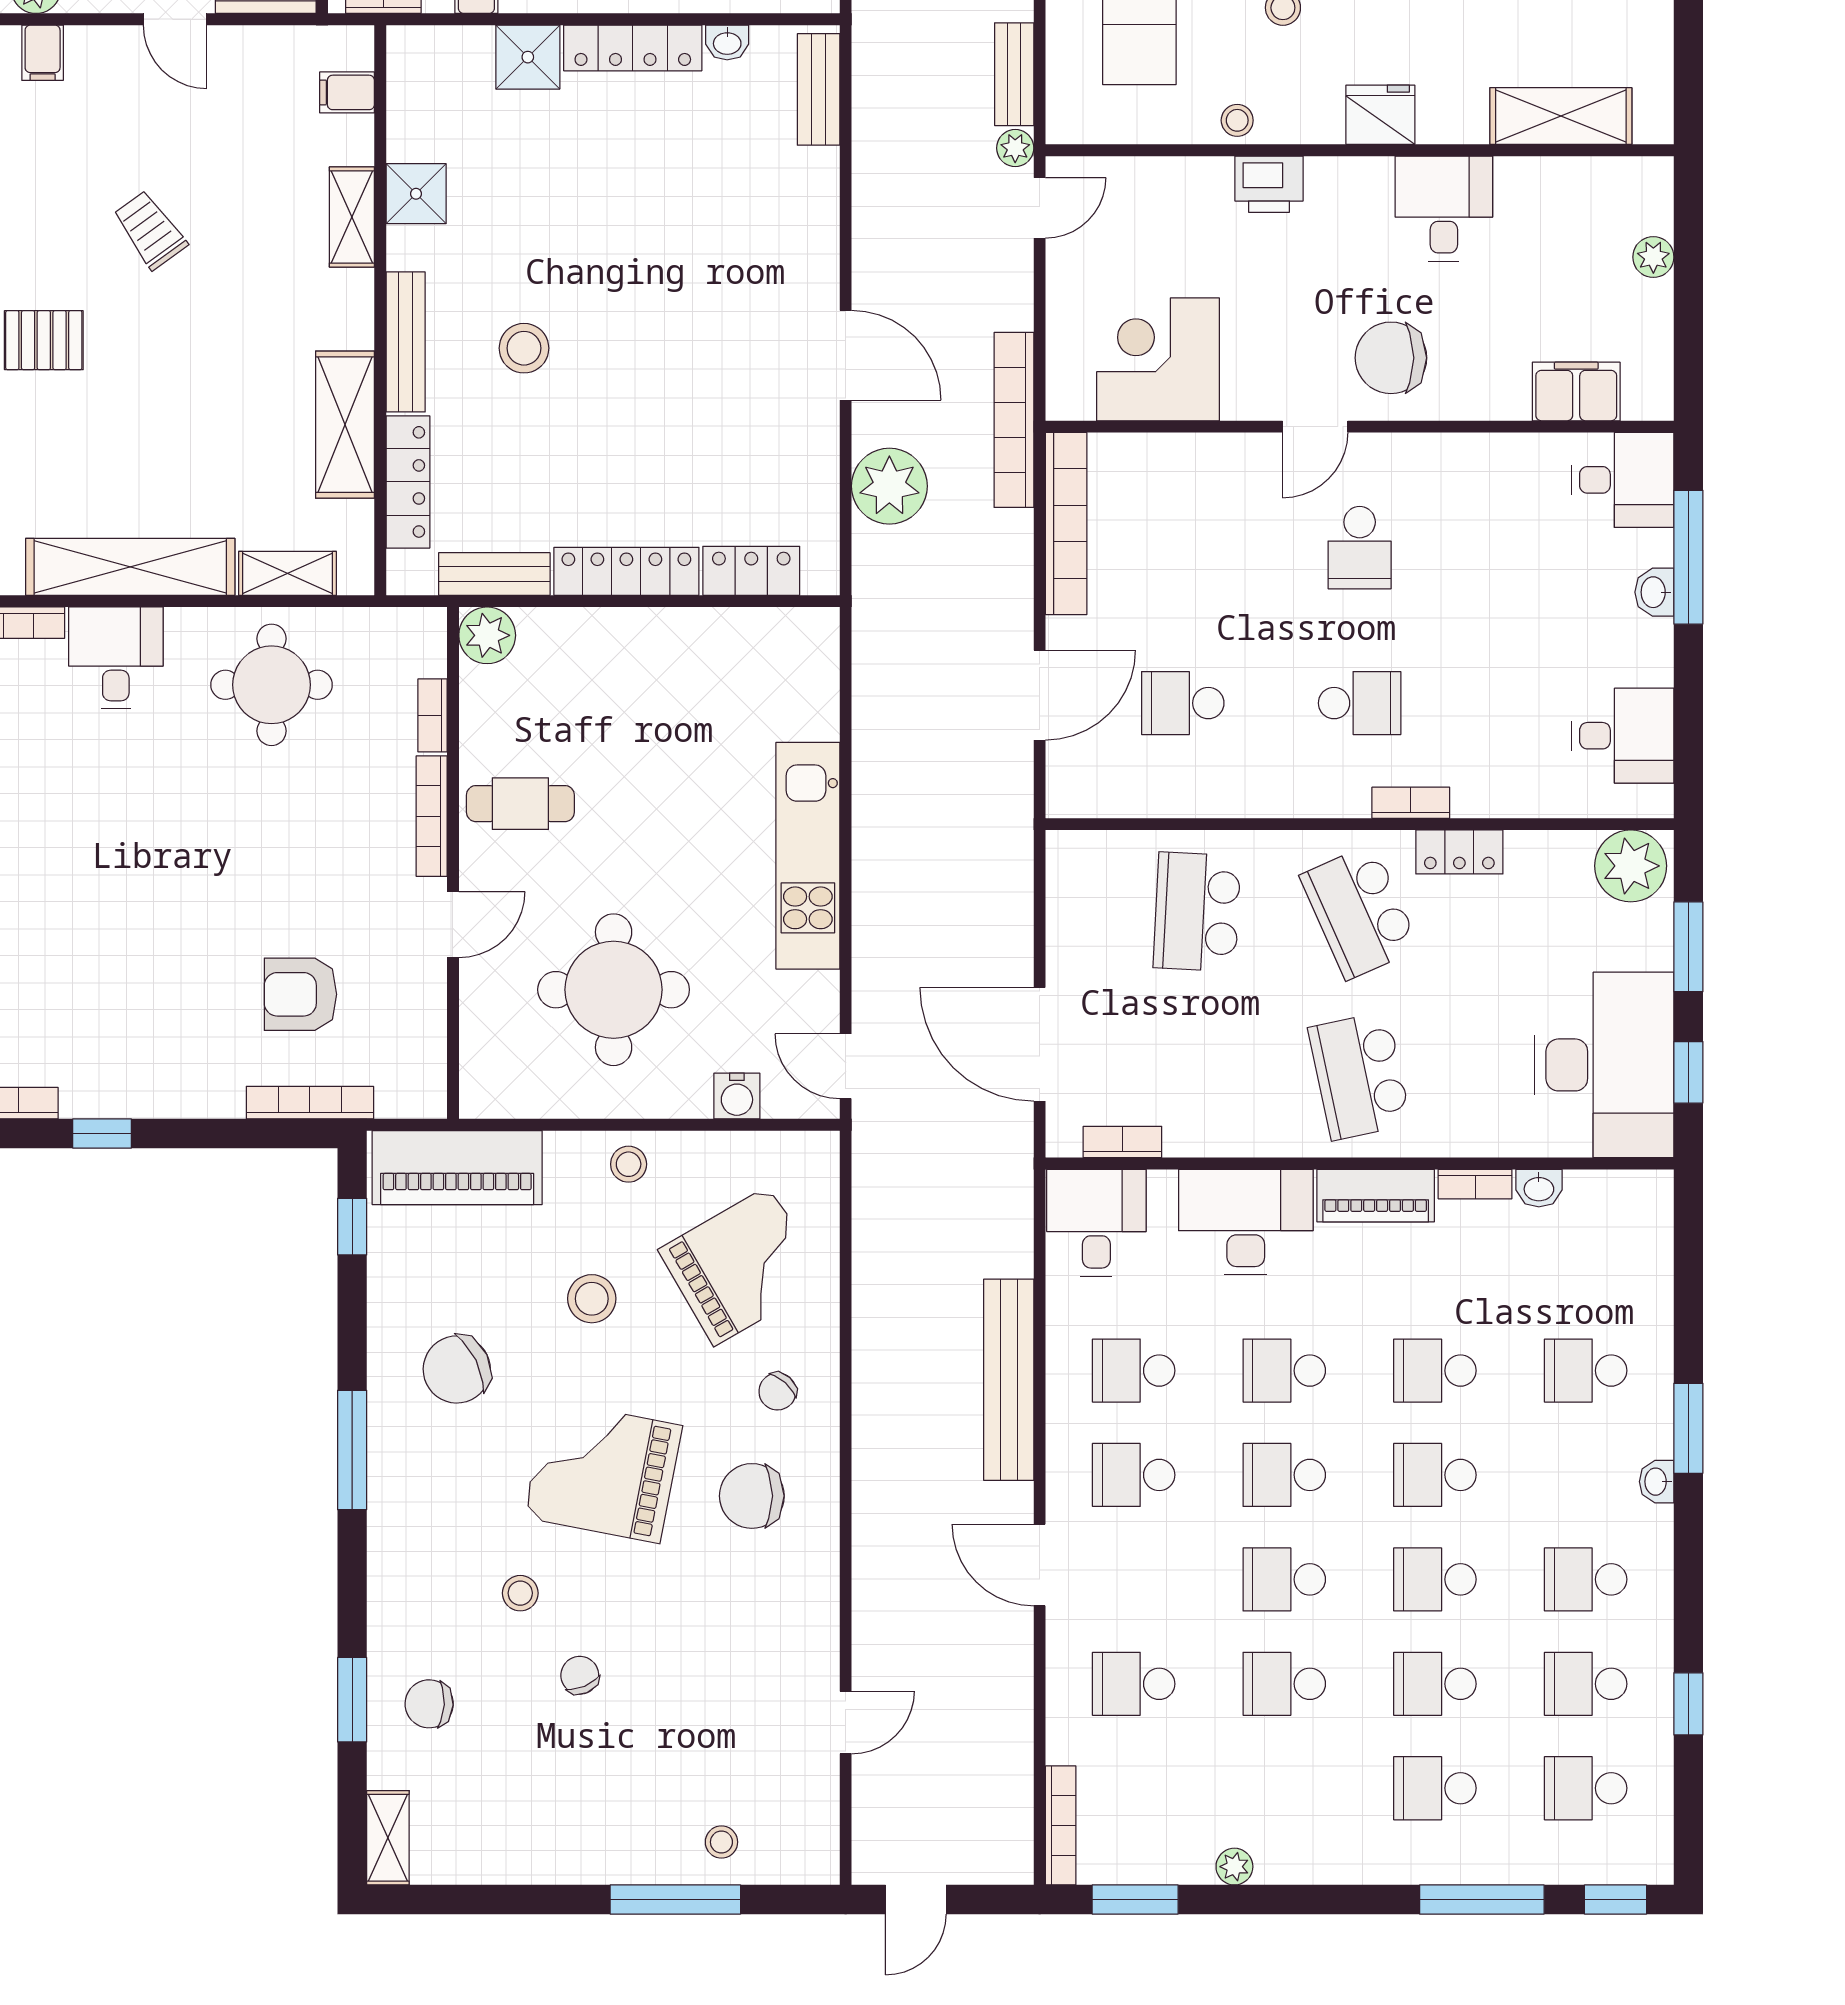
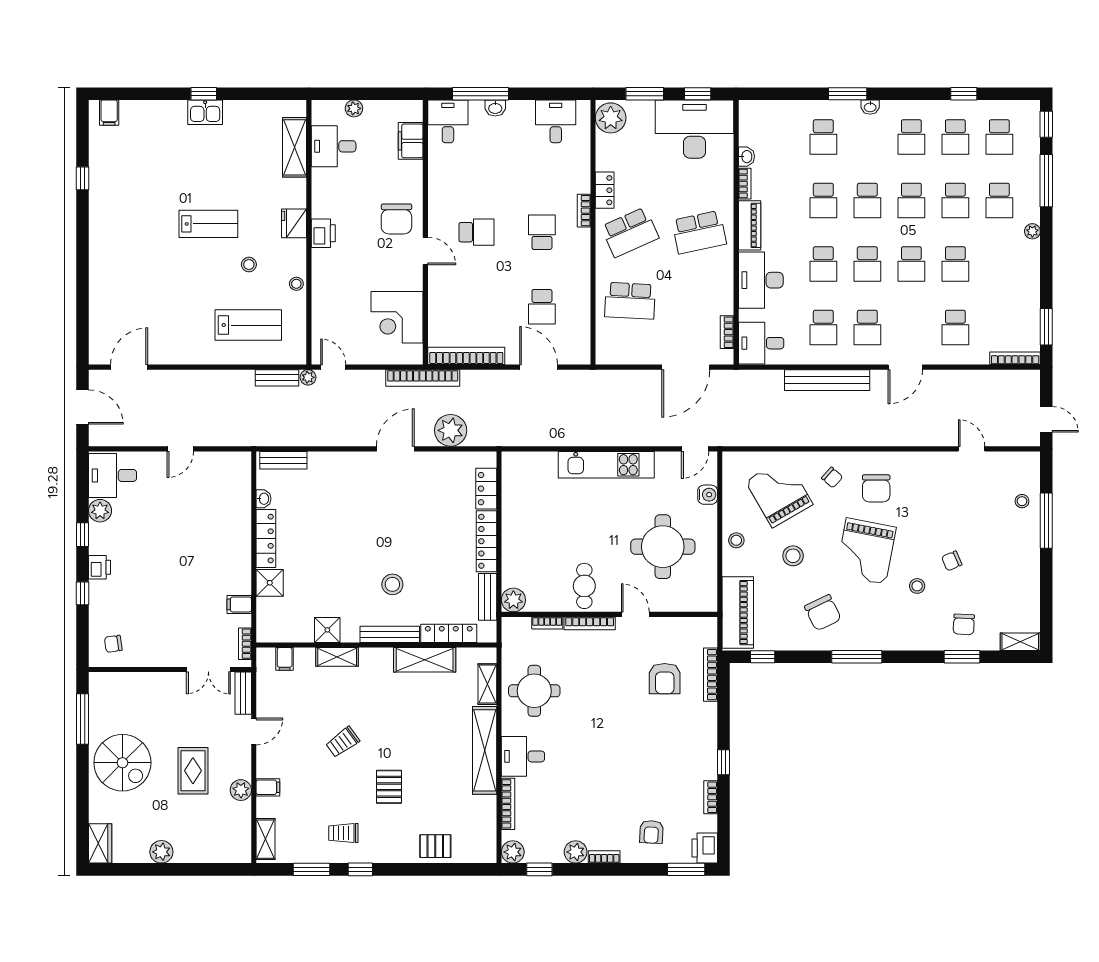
printer: (1269, 184) -> (323, 233), moved
desk: (1444, 209) -> (334, 146), moved
plant: (1234, 1867) -> (1032, 231), moved

